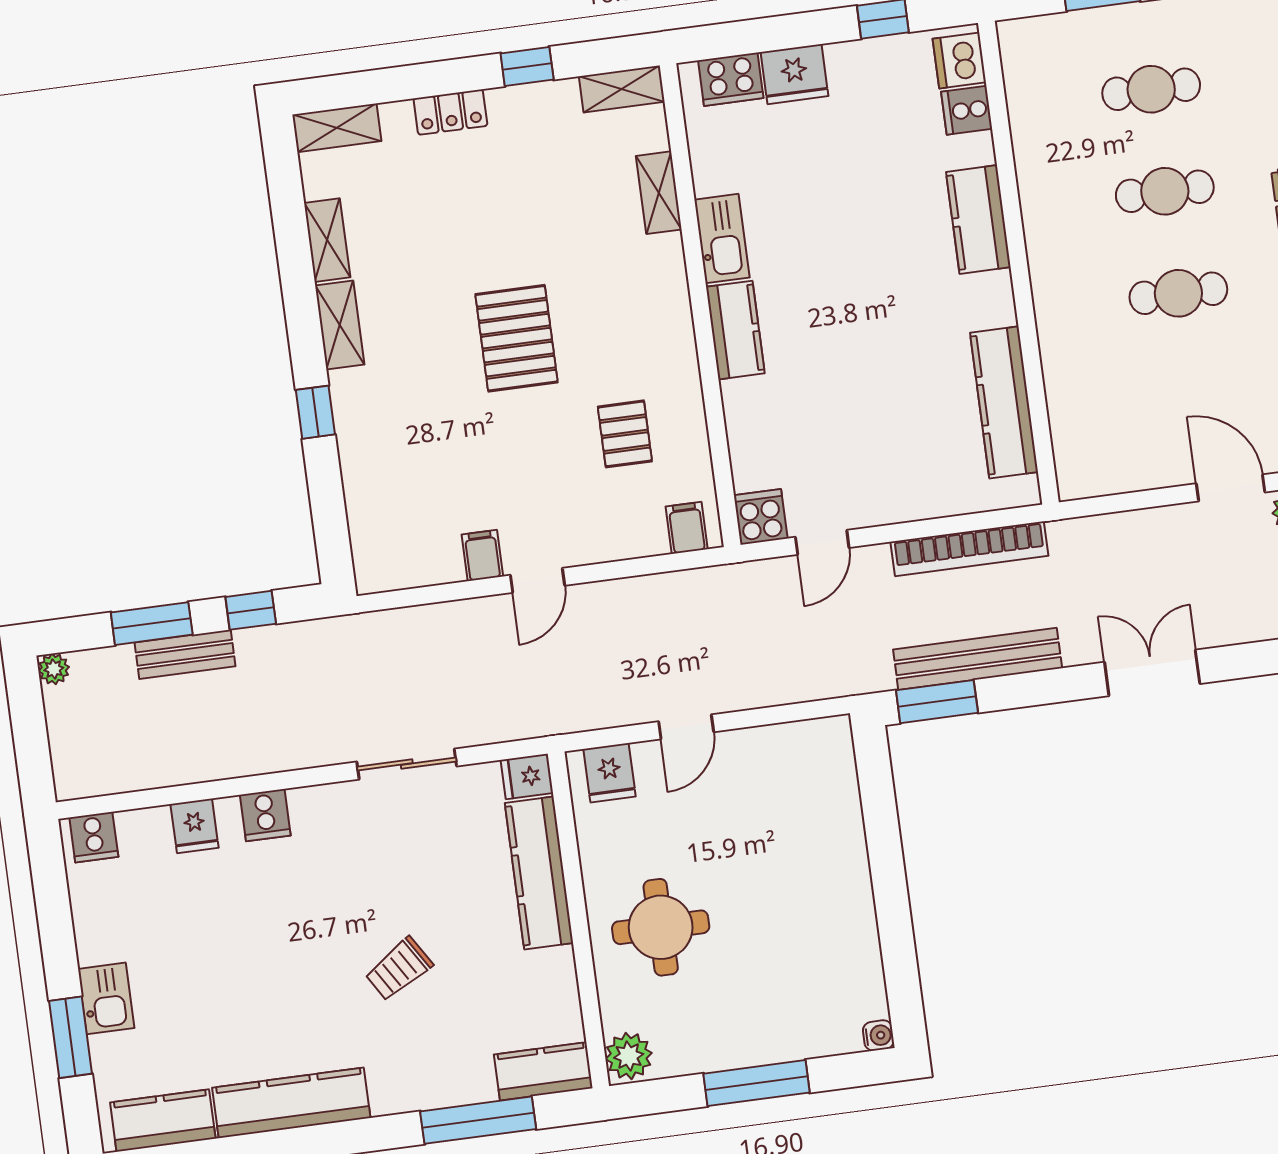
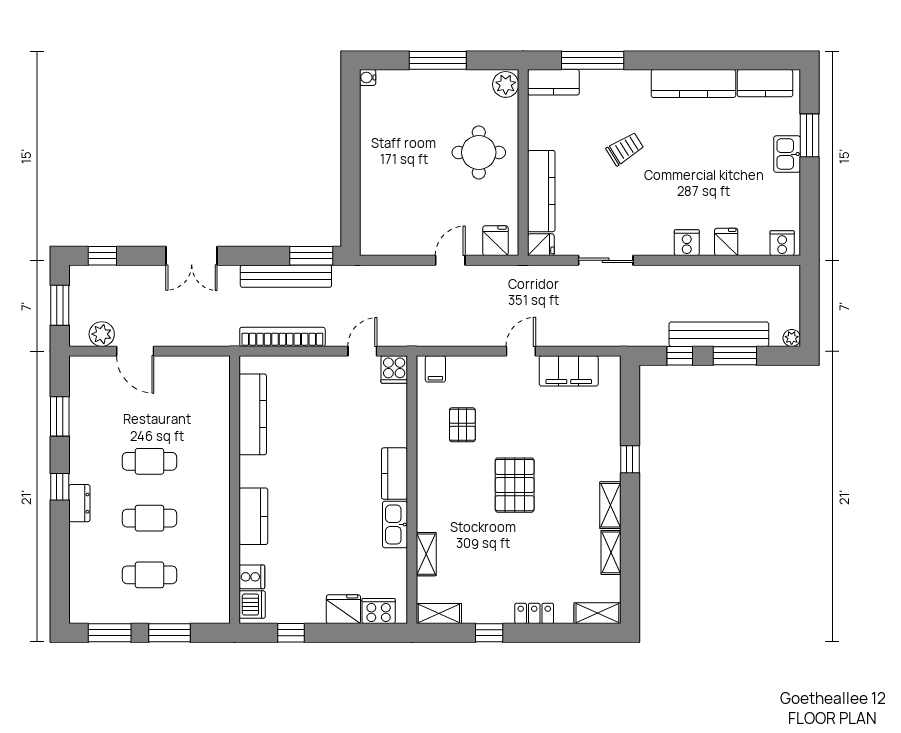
filing cabinet: (482, 556) -> (569, 371), width x3.00, depth x1.17
bench: (185, 654) -> (719, 334), width x1.86, depth x1.21

